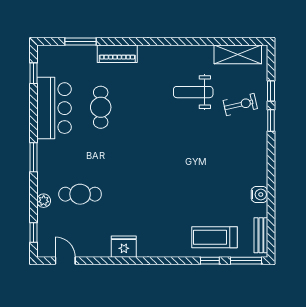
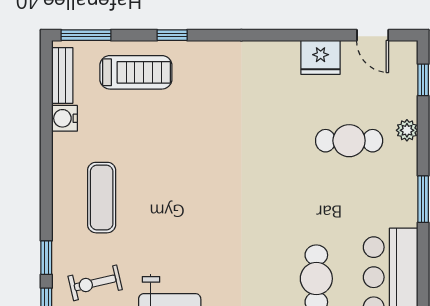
exercise mat: (236, 158) -> (102, 198), added
water cooler: (259, 194) -> (64, 118), moved
fridge: (124, 247) -> (321, 57), moved
window: (210, 261) -> (172, 35), moved

